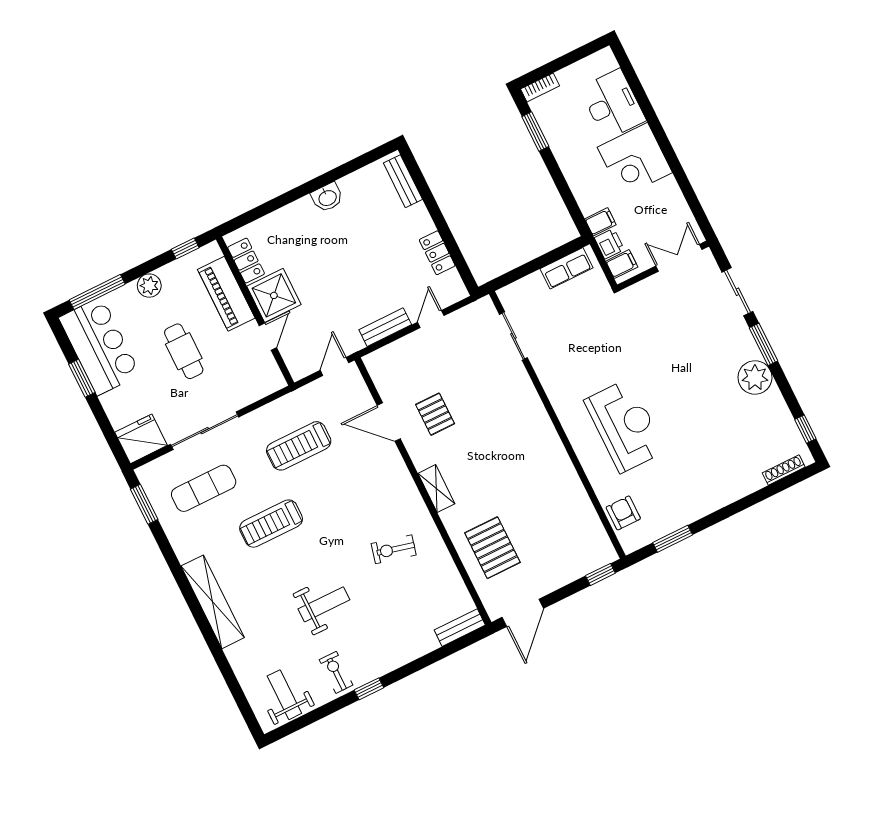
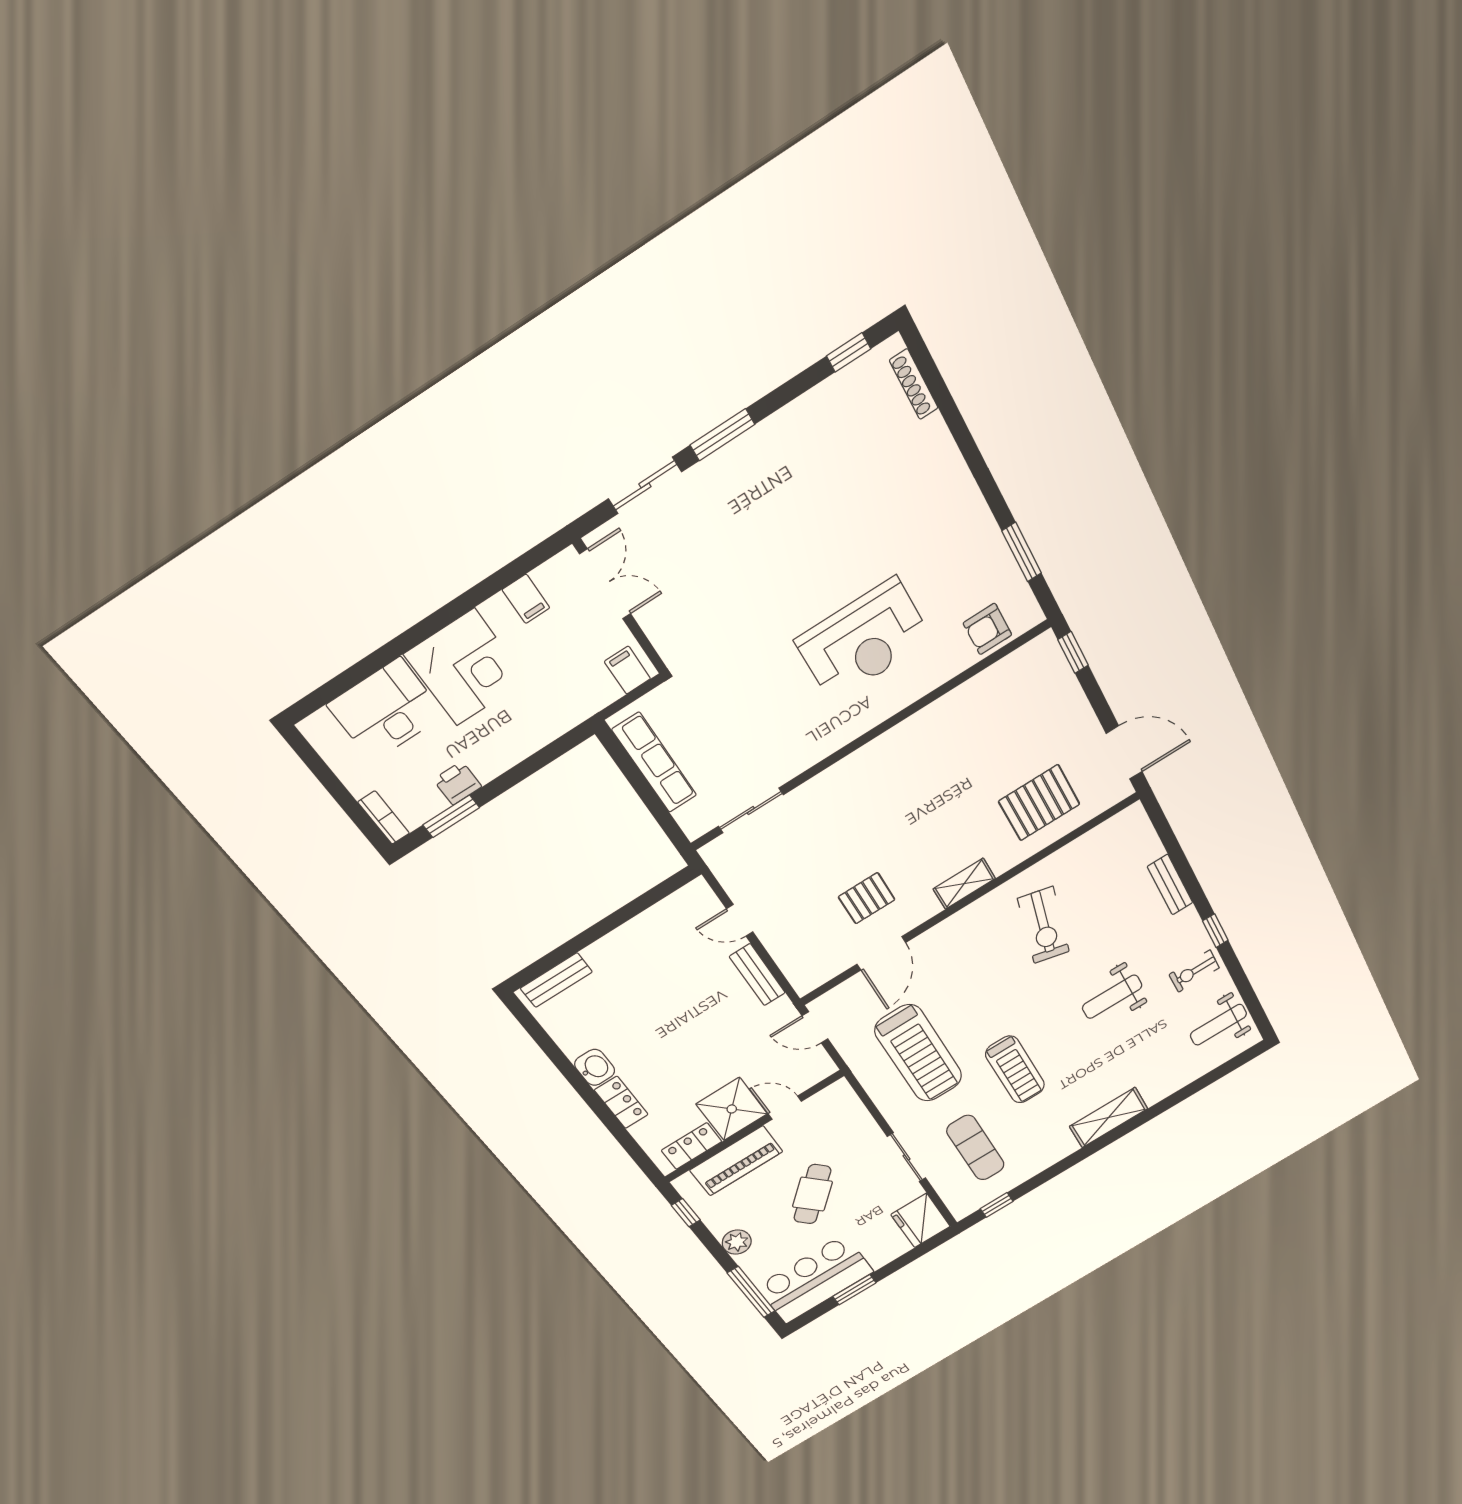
filing cabinet: (600, 222) -> (526, 599), moved, turned 180
printer: (609, 244) -> (457, 783), moved
locker: (437, 253) -> (621, 1102), moved, turned -90
double door: (679, 258) -> (605, 584), swing flipped
row of seats: (567, 268) -> (655, 763), width x1.48
cafe table: (184, 351) -> (812, 1194), turned -44
plant: (755, 378) -> (775, 444), removed
reception desk: (625, 426) -> (864, 640), turned 180
sliding door: (205, 431) -> (907, 1157), width x0.73
treadmill: (299, 446) -> (919, 1053), width x1.37, depth x1.38
window: (144, 504) -> (997, 1205), width x0.67
exercise bike: (394, 549) -> (1044, 925), width x1.38, depth x1.39
shelving: (213, 602) -> (1109, 1118), width x0.68
weight bench: (324, 604) -> (1112, 997), turned -90
bench: (460, 628) -> (1170, 885), moved

